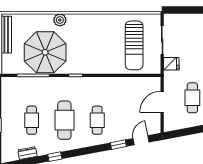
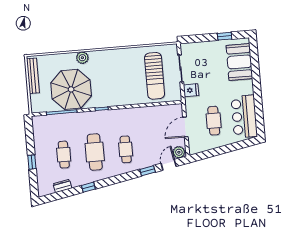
plant: (153, 128) -> (179, 152), added

